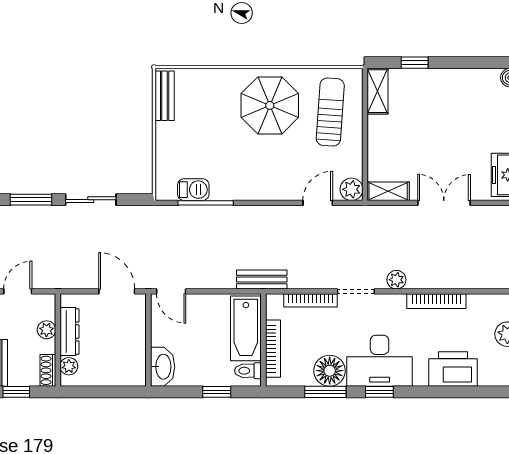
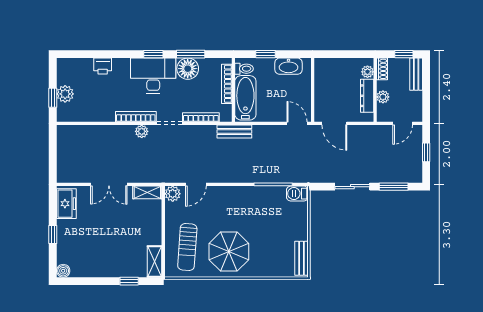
barbecue: (193, 190) -> (297, 194), moved
bookcase: (436, 301) -> (136, 117), moved
washbasin: (163, 367) -> (289, 66), moved, turned -90
printer: (453, 369) -> (103, 66), width x0.53, depth x0.68

